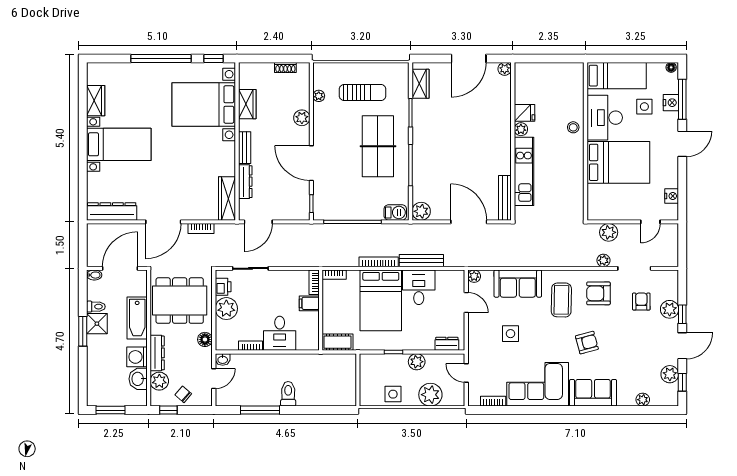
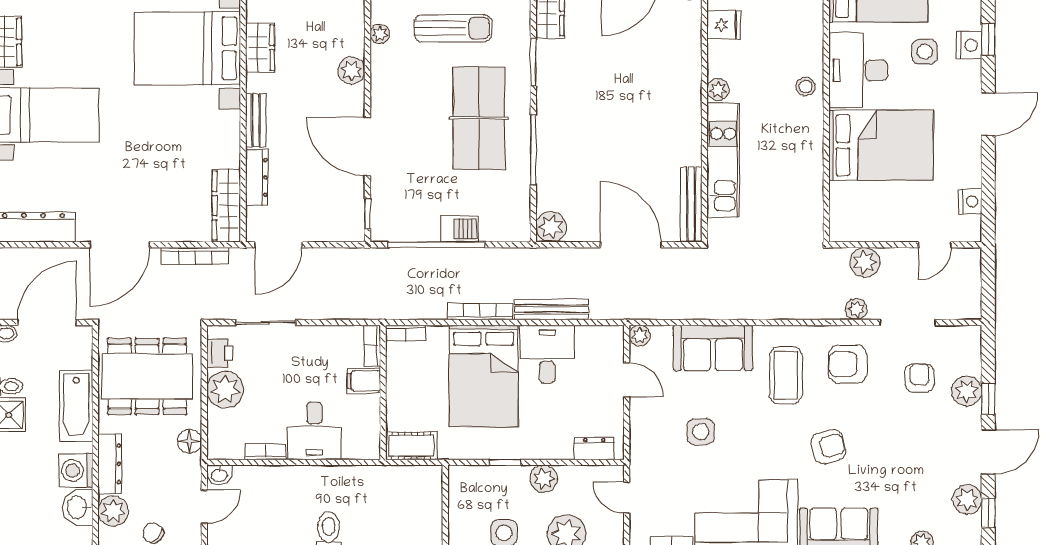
window: (682, 99) -> (988, 40), width x0.46
fridge: (524, 113) -> (724, 25), moved
barbecue: (395, 212) -> (460, 229), moved
bookcase: (201, 229) -> (195, 256), width x1.56

